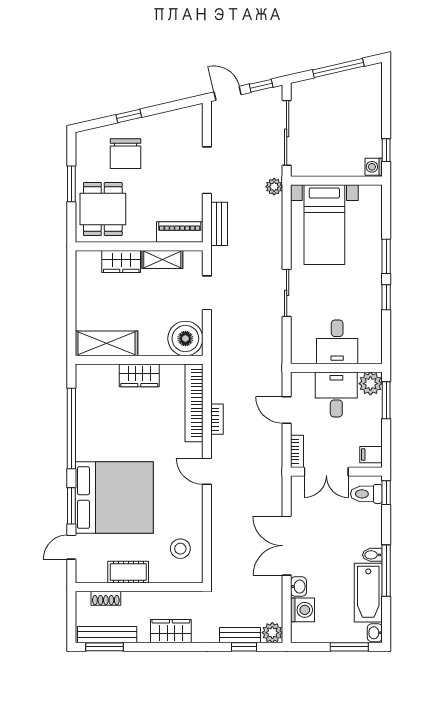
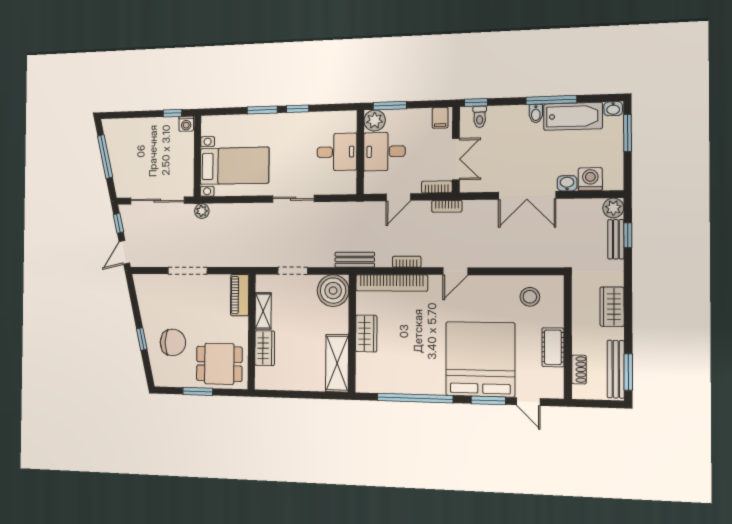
bench: (219, 224) -> (355, 260), moved
bookcase: (276, 462) -> (447, 206), added
toilet: (366, 494) -> (480, 117), width x0.73, depth x0.72

